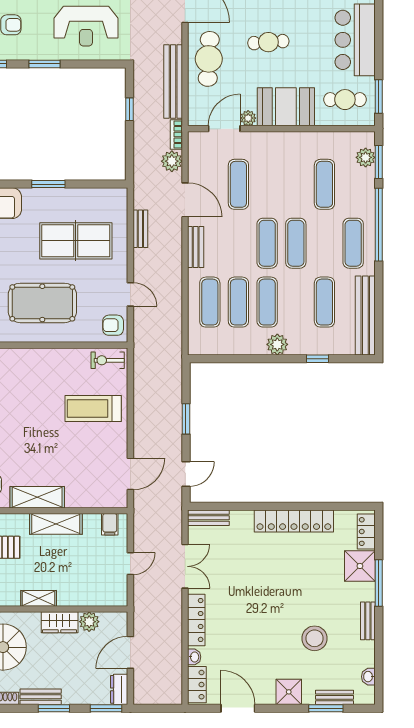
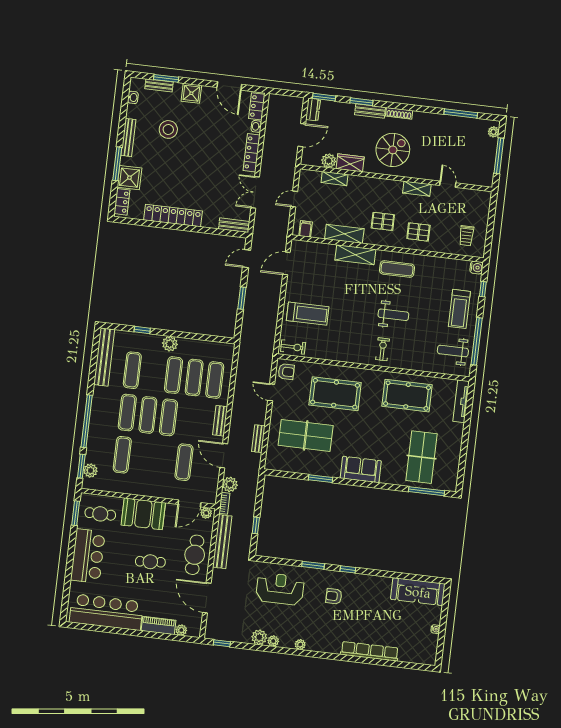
plant: (248, 118) -> (206, 513), moved
exercise mat: (353, 243) -> (127, 412), moved
shelving: (39, 598) -> (334, 178), moved
bench: (368, 621) -> (128, 137), width x1.36

